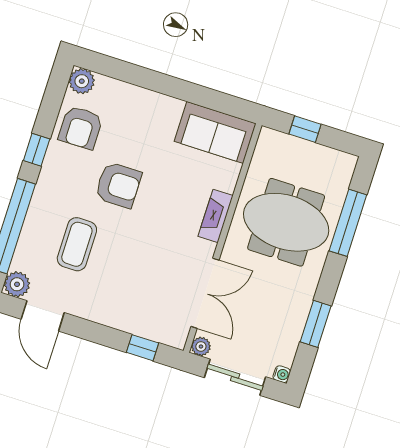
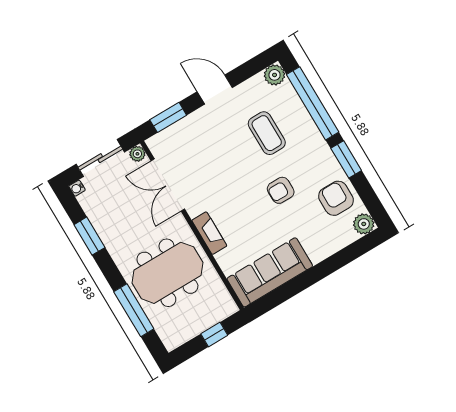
sofa: (215, 132) -> (270, 272), width x1.36
window: (37, 150) -> (346, 159), width x1.50
armchair: (118, 185) -> (281, 190), width x0.72, depth x0.72
door: (43, 316) -> (215, 90), moved
window: (143, 348) -> (168, 117), width x1.50

